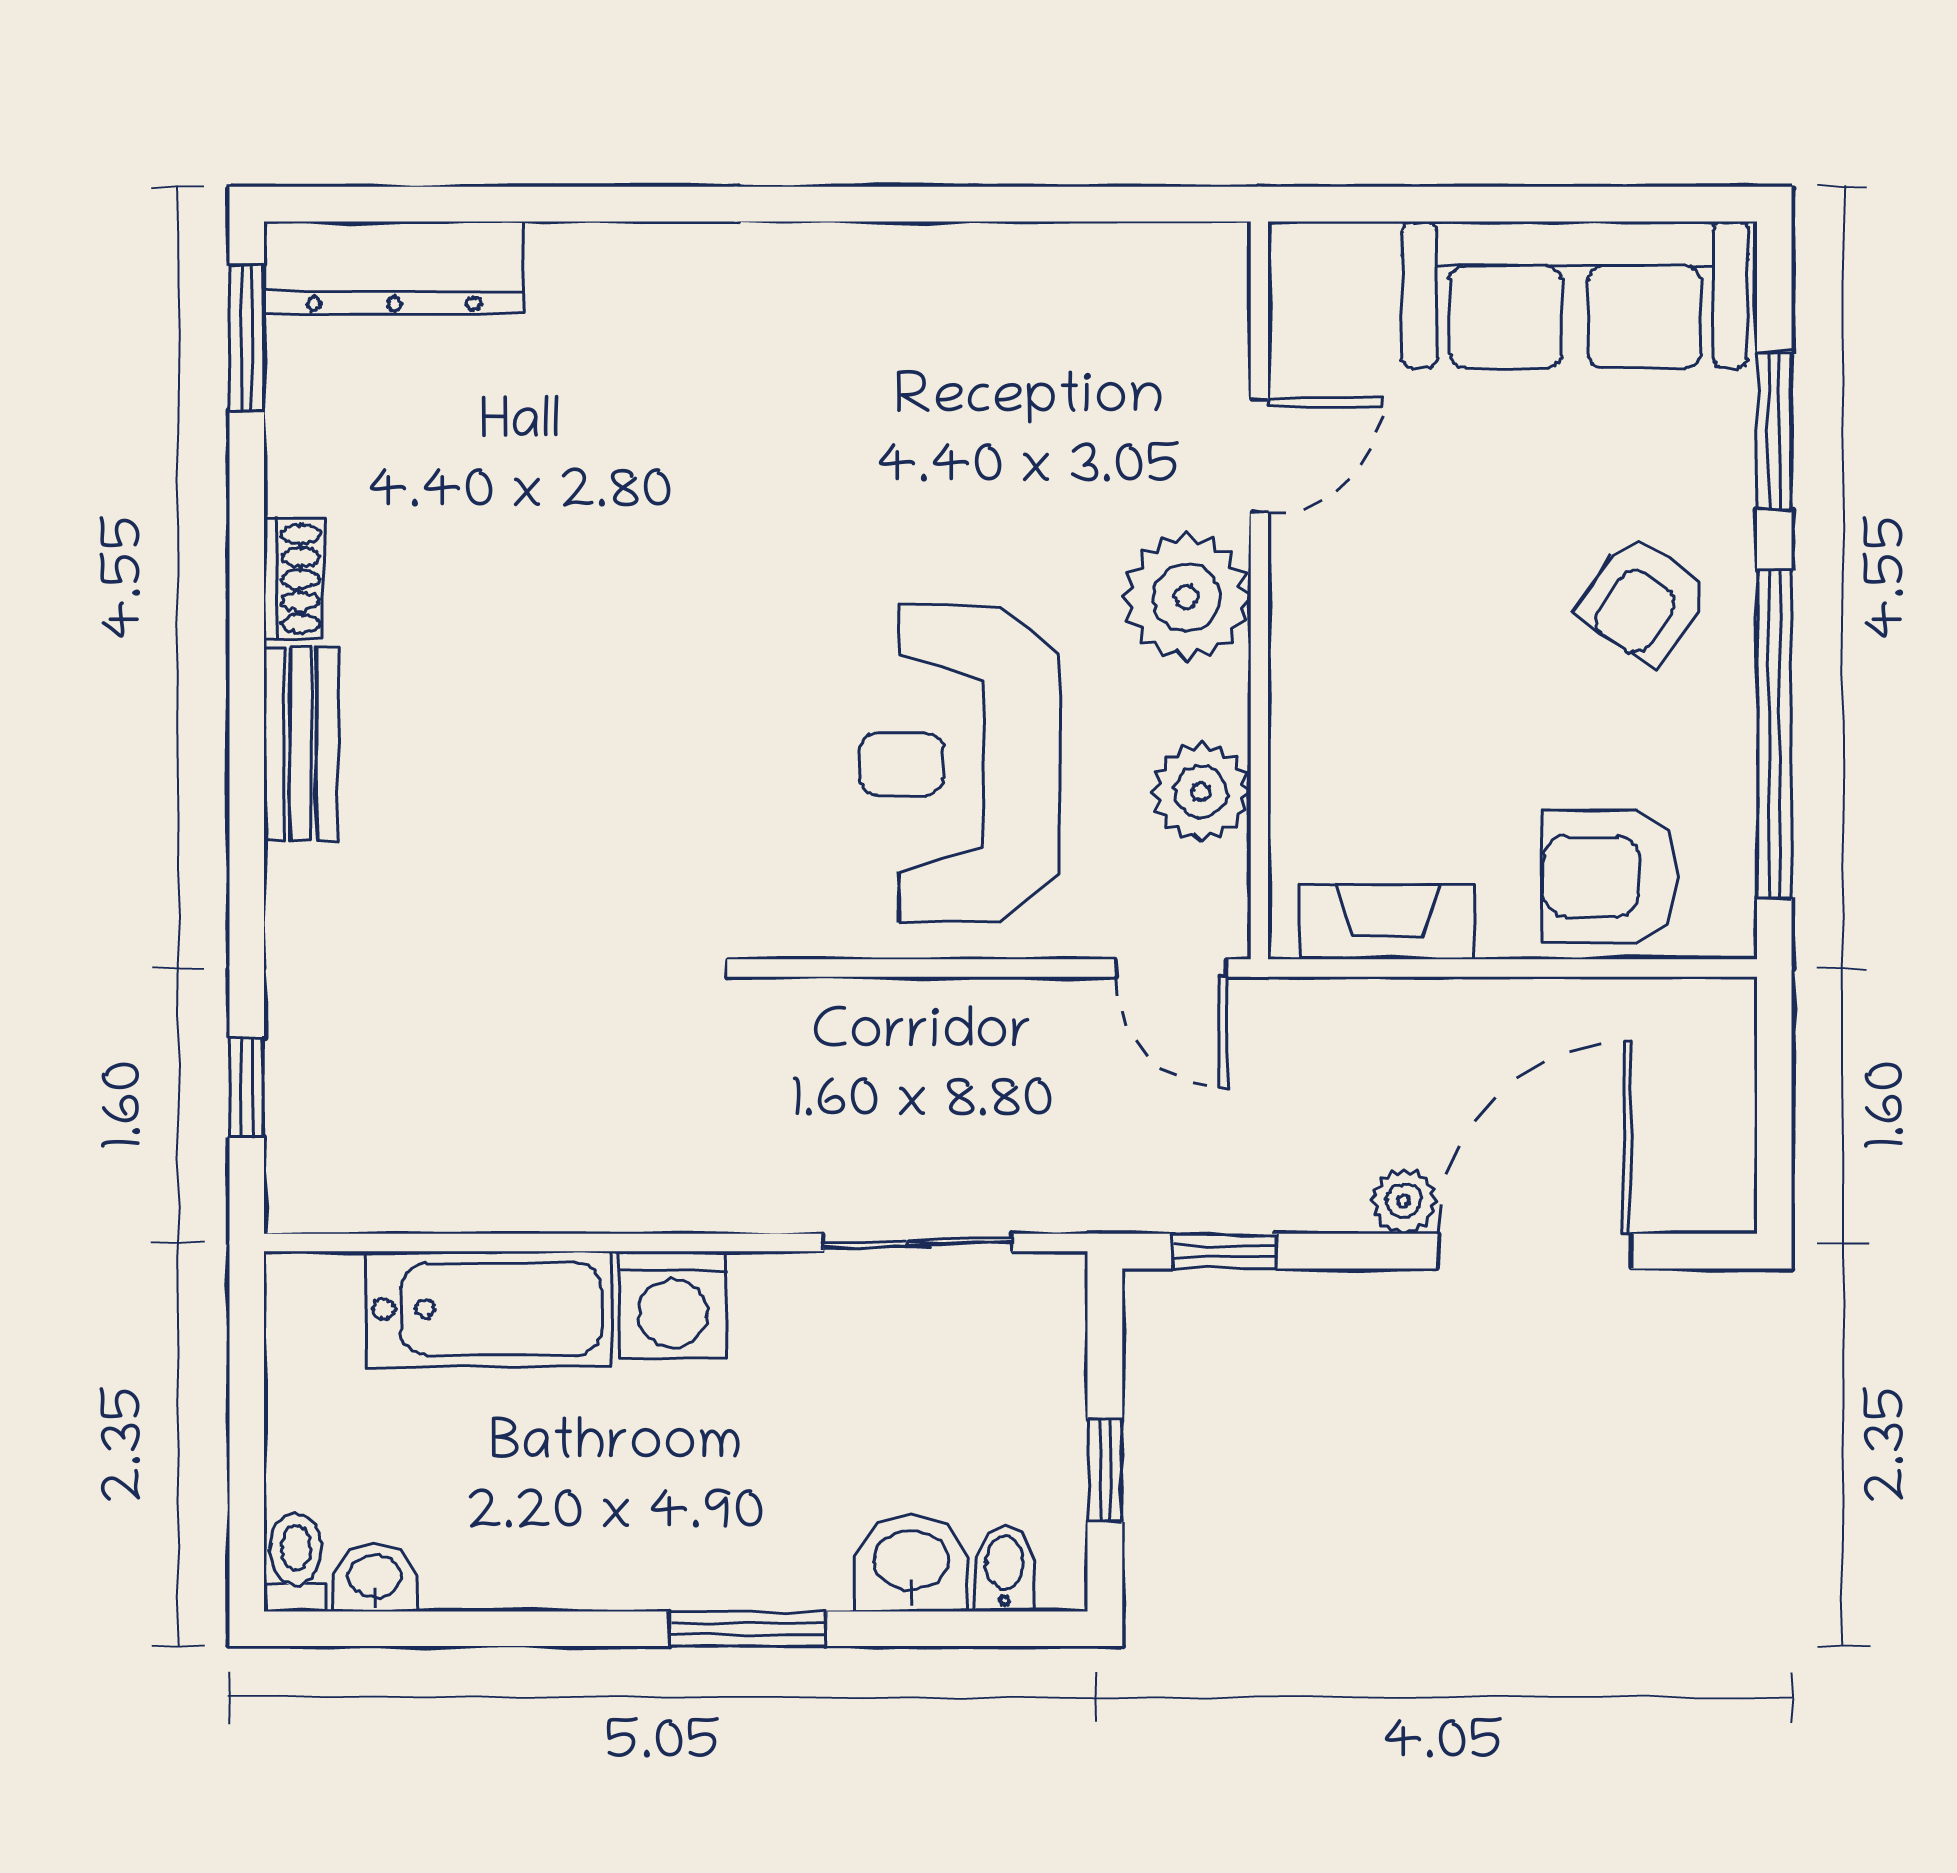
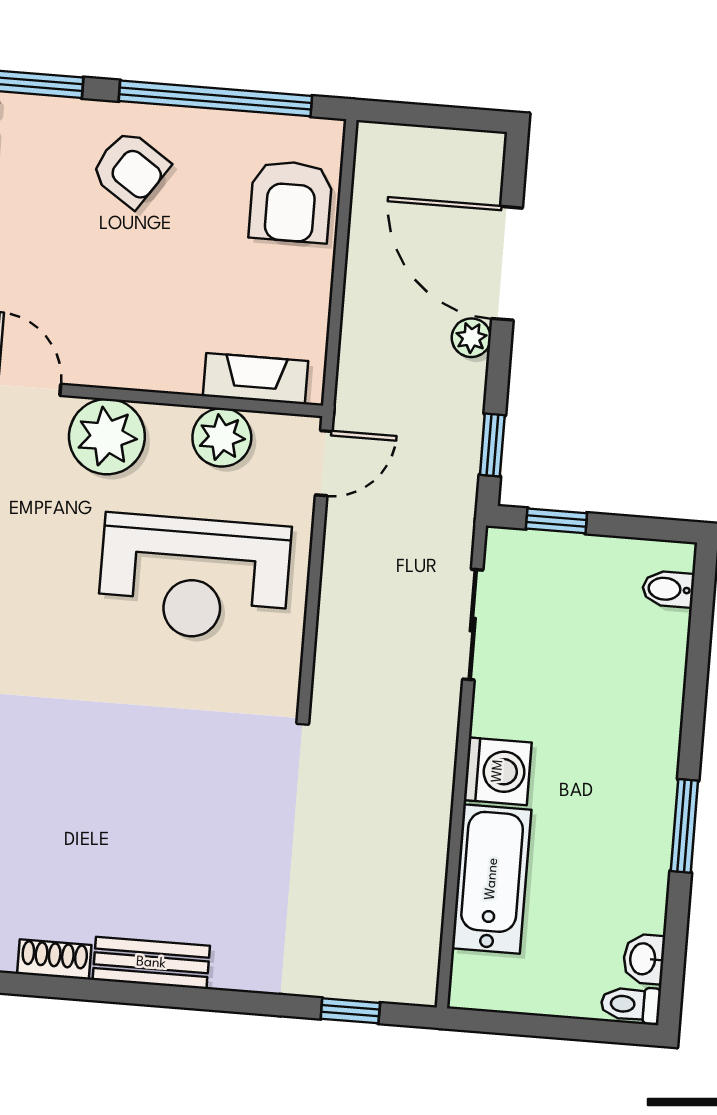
fireplace: (1387, 922) -> (255, 379), moved, turned 90
window: (1105, 1471) -> (556, 521), moved
washbasin: (911, 1563) -> (660, 644), removed
window: (748, 1629) -> (684, 826), moved

